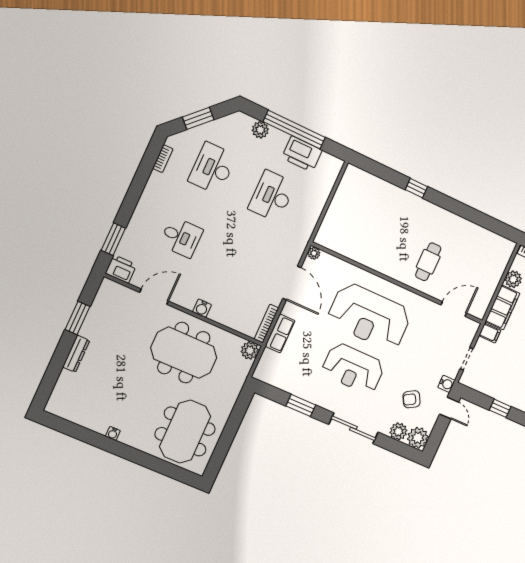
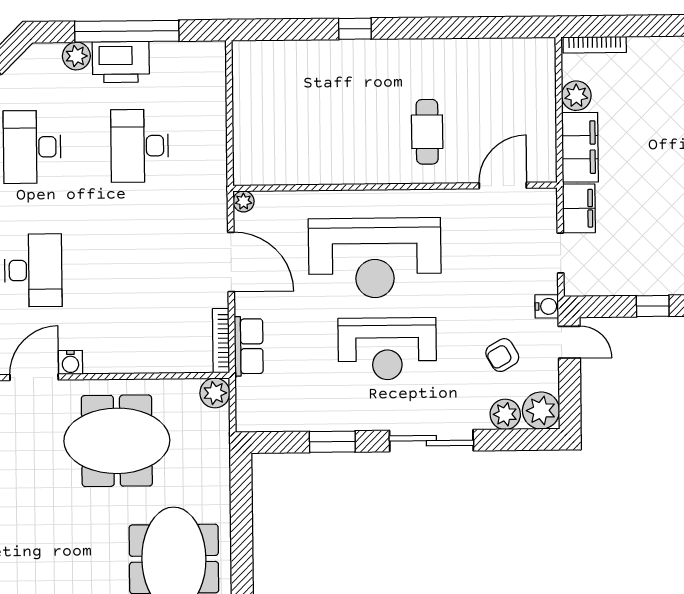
printer: (302, 154) -> (121, 62), moved
desk: (181, 237) -> (33, 270), width x1.37
water cooler: (202, 308) -> (70, 362), moved
filing cabinet: (490, 333) -> (579, 208), width x2.00

